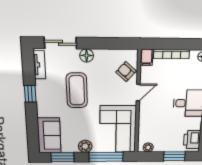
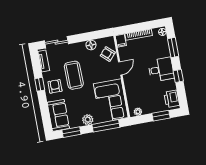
floor lamp: (87, 55) -> (91, 45), moved
armchair: (50, 100) -> (55, 86), added

